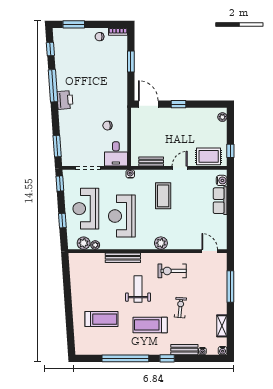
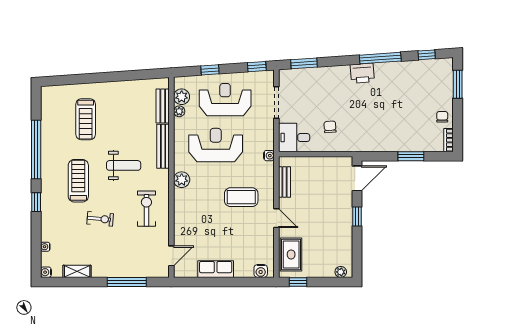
row of seats: (220, 201) -> (216, 269), moved
plant: (161, 243) -> (182, 180), moved
bench: (184, 350) -> (163, 106), moved

